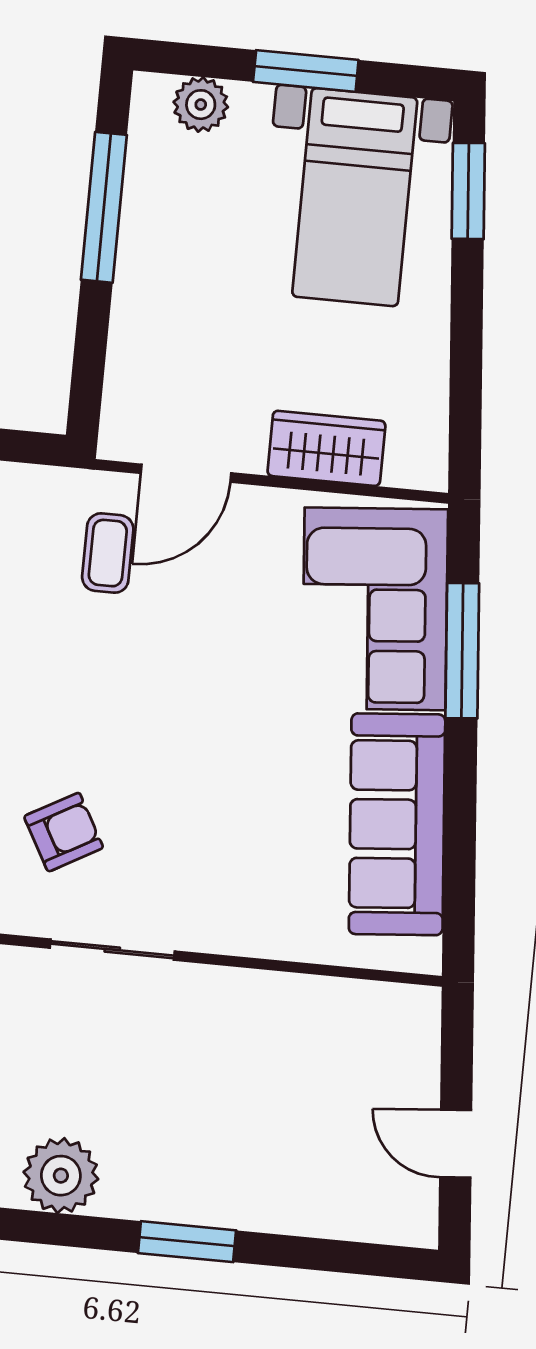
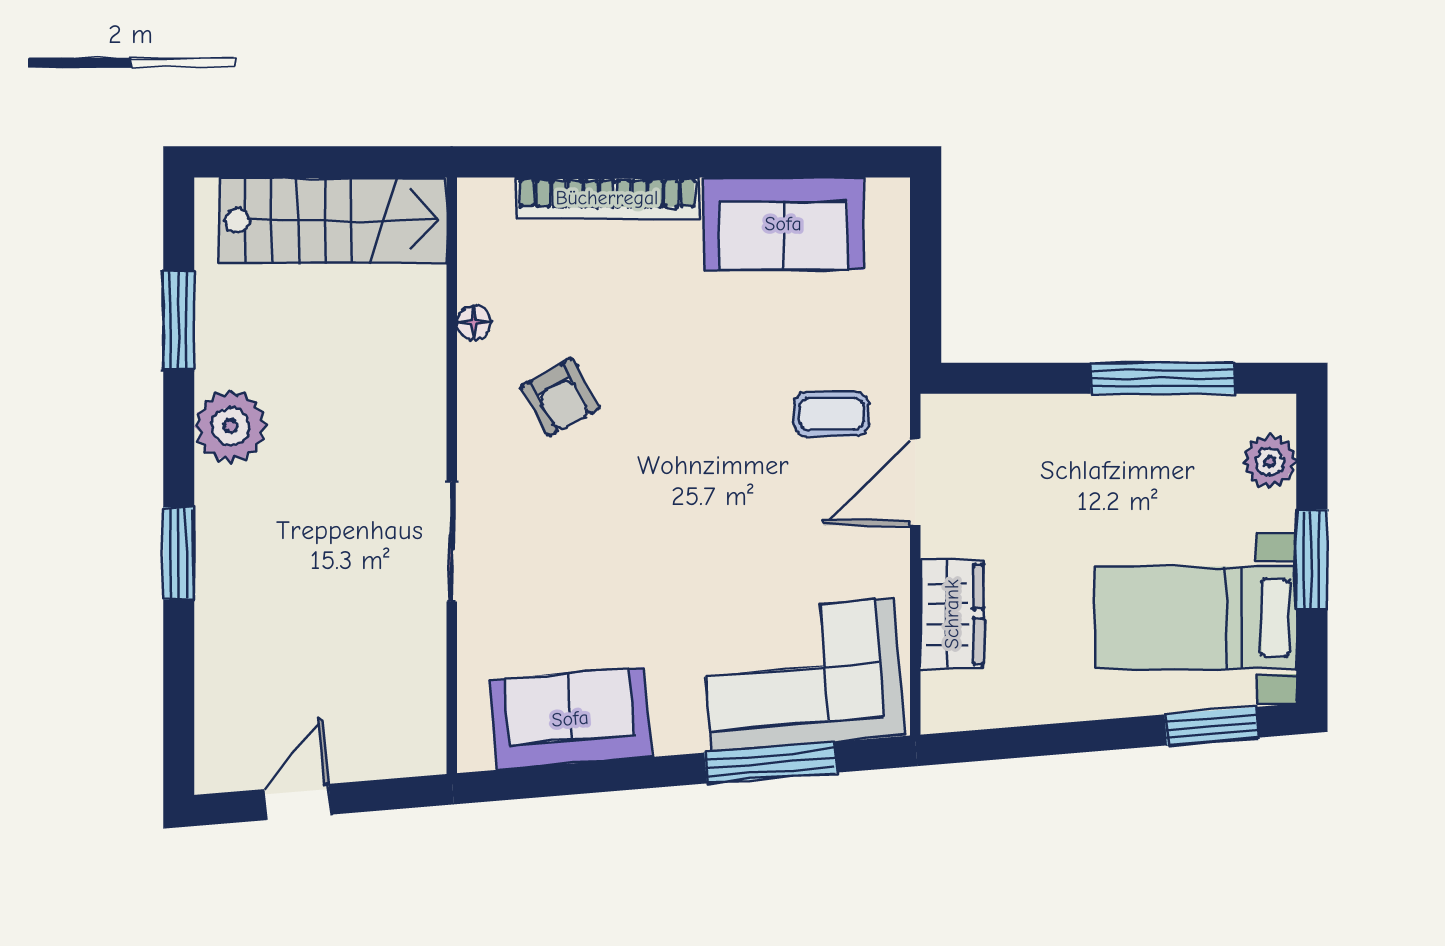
door: (186, 473) -> (915, 482), hinge flipped
sofa: (397, 824) -> (570, 719), width x0.73
sliding door: (112, 950) -> (452, 542), moved

